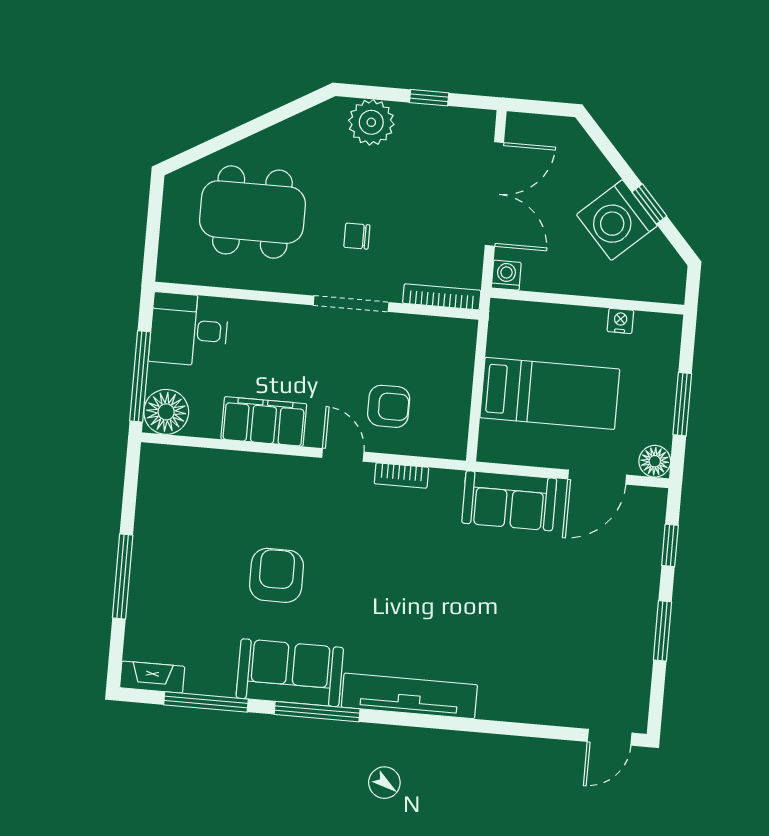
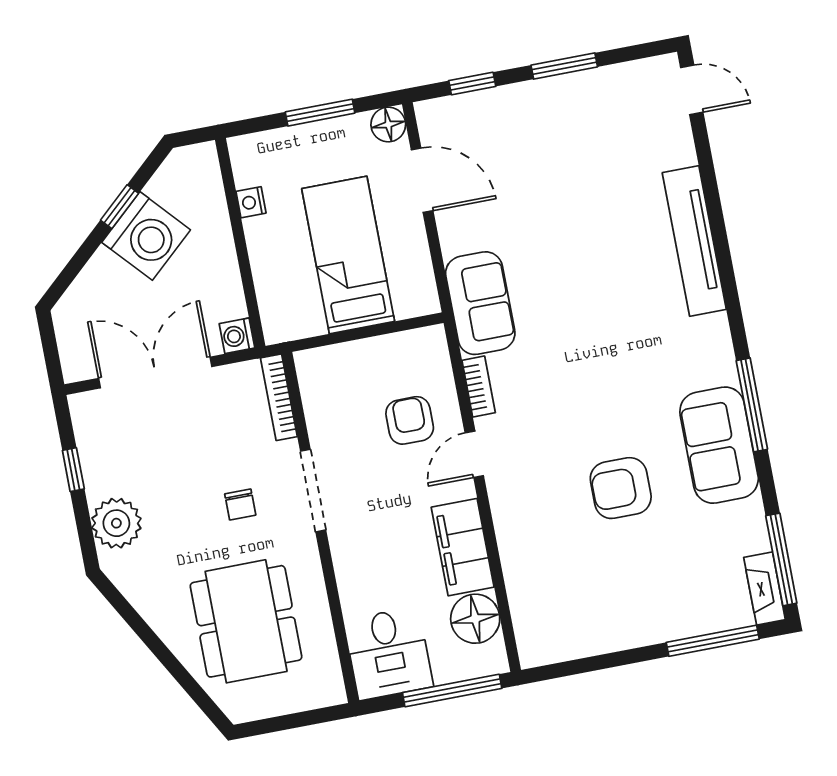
floor lamp: (166, 412) -> (475, 619), moved
sofa: (509, 501) -> (480, 303), moved
window: (123, 577) -> (713, 641), moved
tv unit: (409, 696) -> (694, 241), moved
window: (206, 702) -> (781, 559), moved

